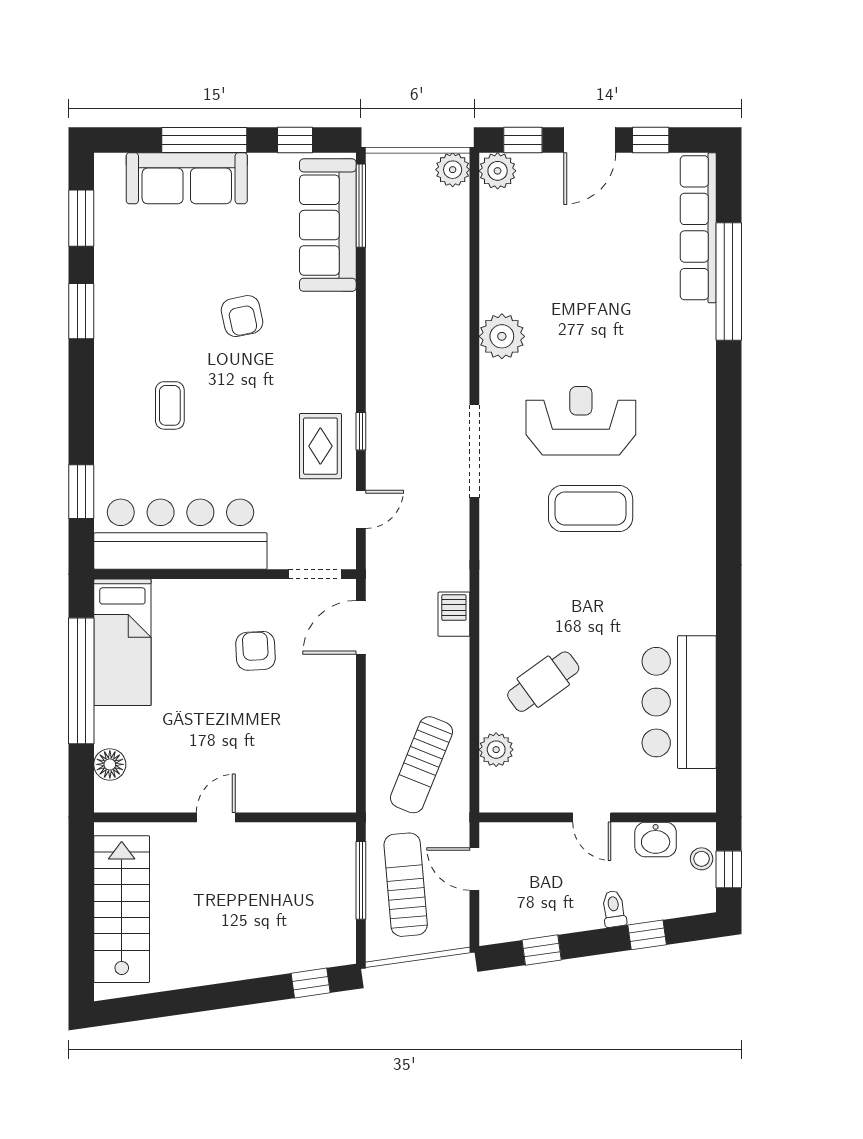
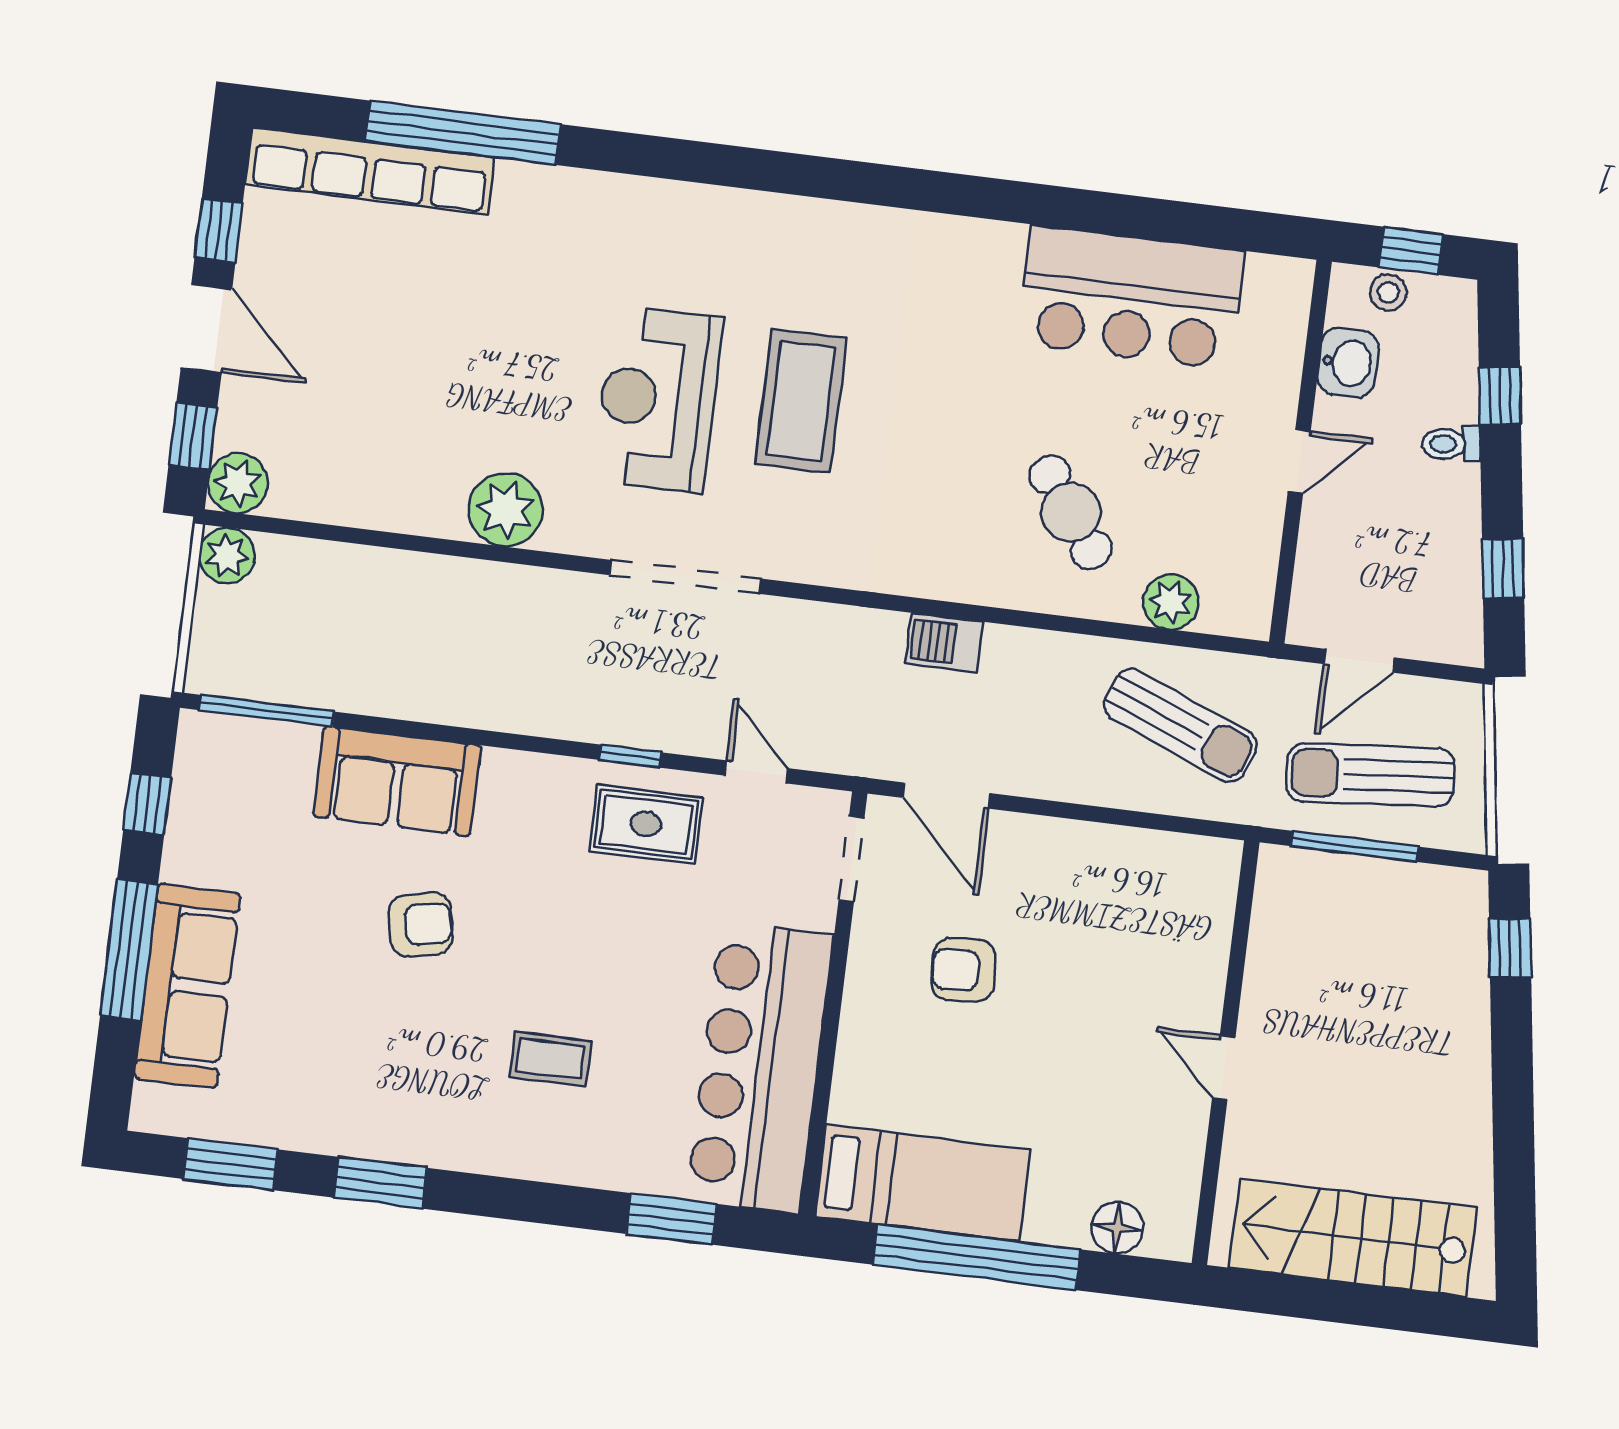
sofa: (328, 225) -> (397, 781), moved, width x0.73

